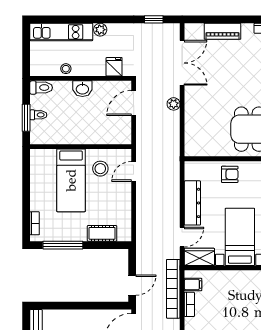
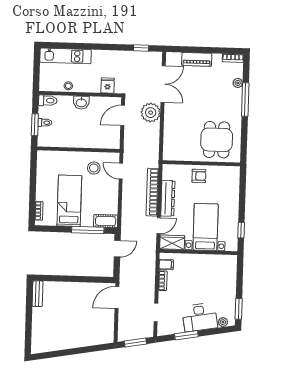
plant: (100, 30) -> (97, 55), removed
plant: (174, 104) -> (151, 113), width x1.88, depth x1.88
door: (134, 171) -> (121, 171), hinge flipped
bed: (71, 180) -> (69, 201), moved, turned 180
cot: (102, 233) -> (106, 221), moved
window: (63, 245) -> (88, 230), moved
door: (132, 285) -> (117, 249), moved
bookcase: (173, 289) -> (152, 192), moved

